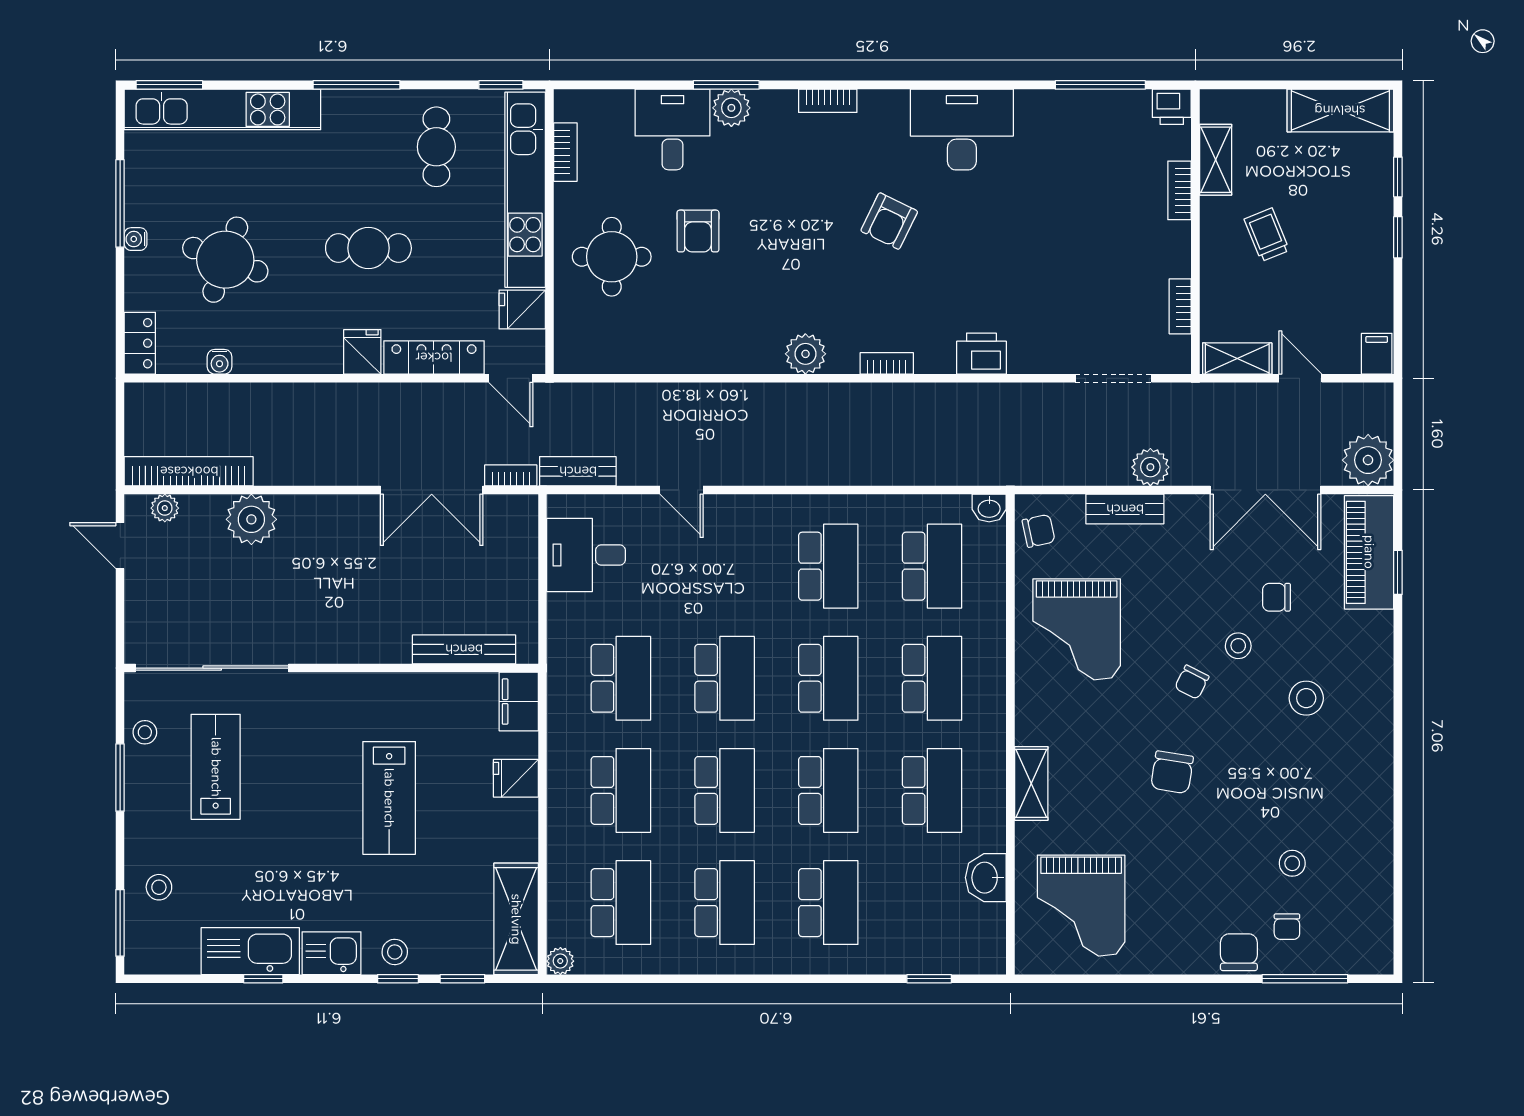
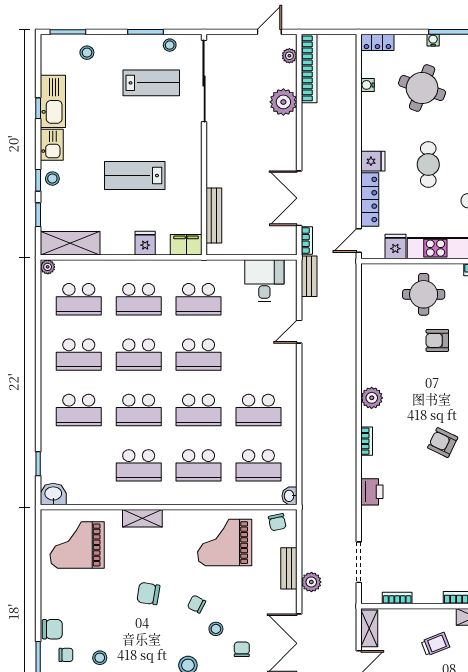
washbasin: (986, 878) -> (53, 494), moved
chair: (1287, 927) -> (66, 655), turned 180

